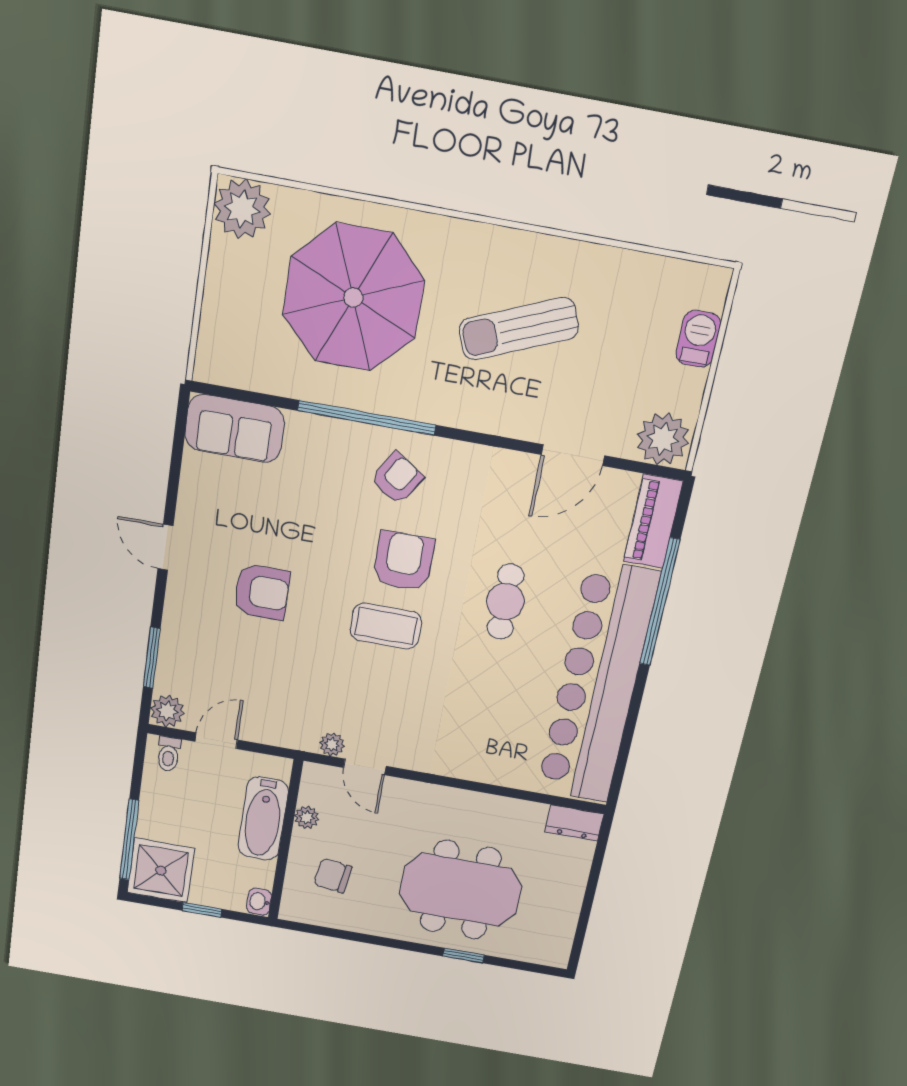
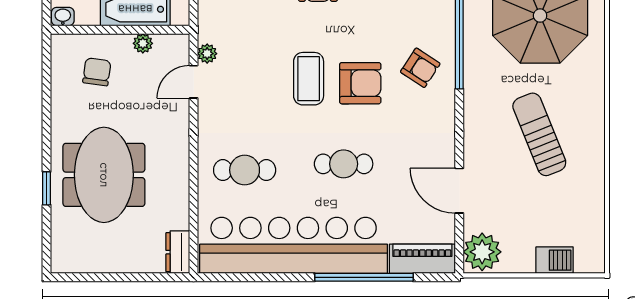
cafe table: (488, 726) -> (245, 170), added

